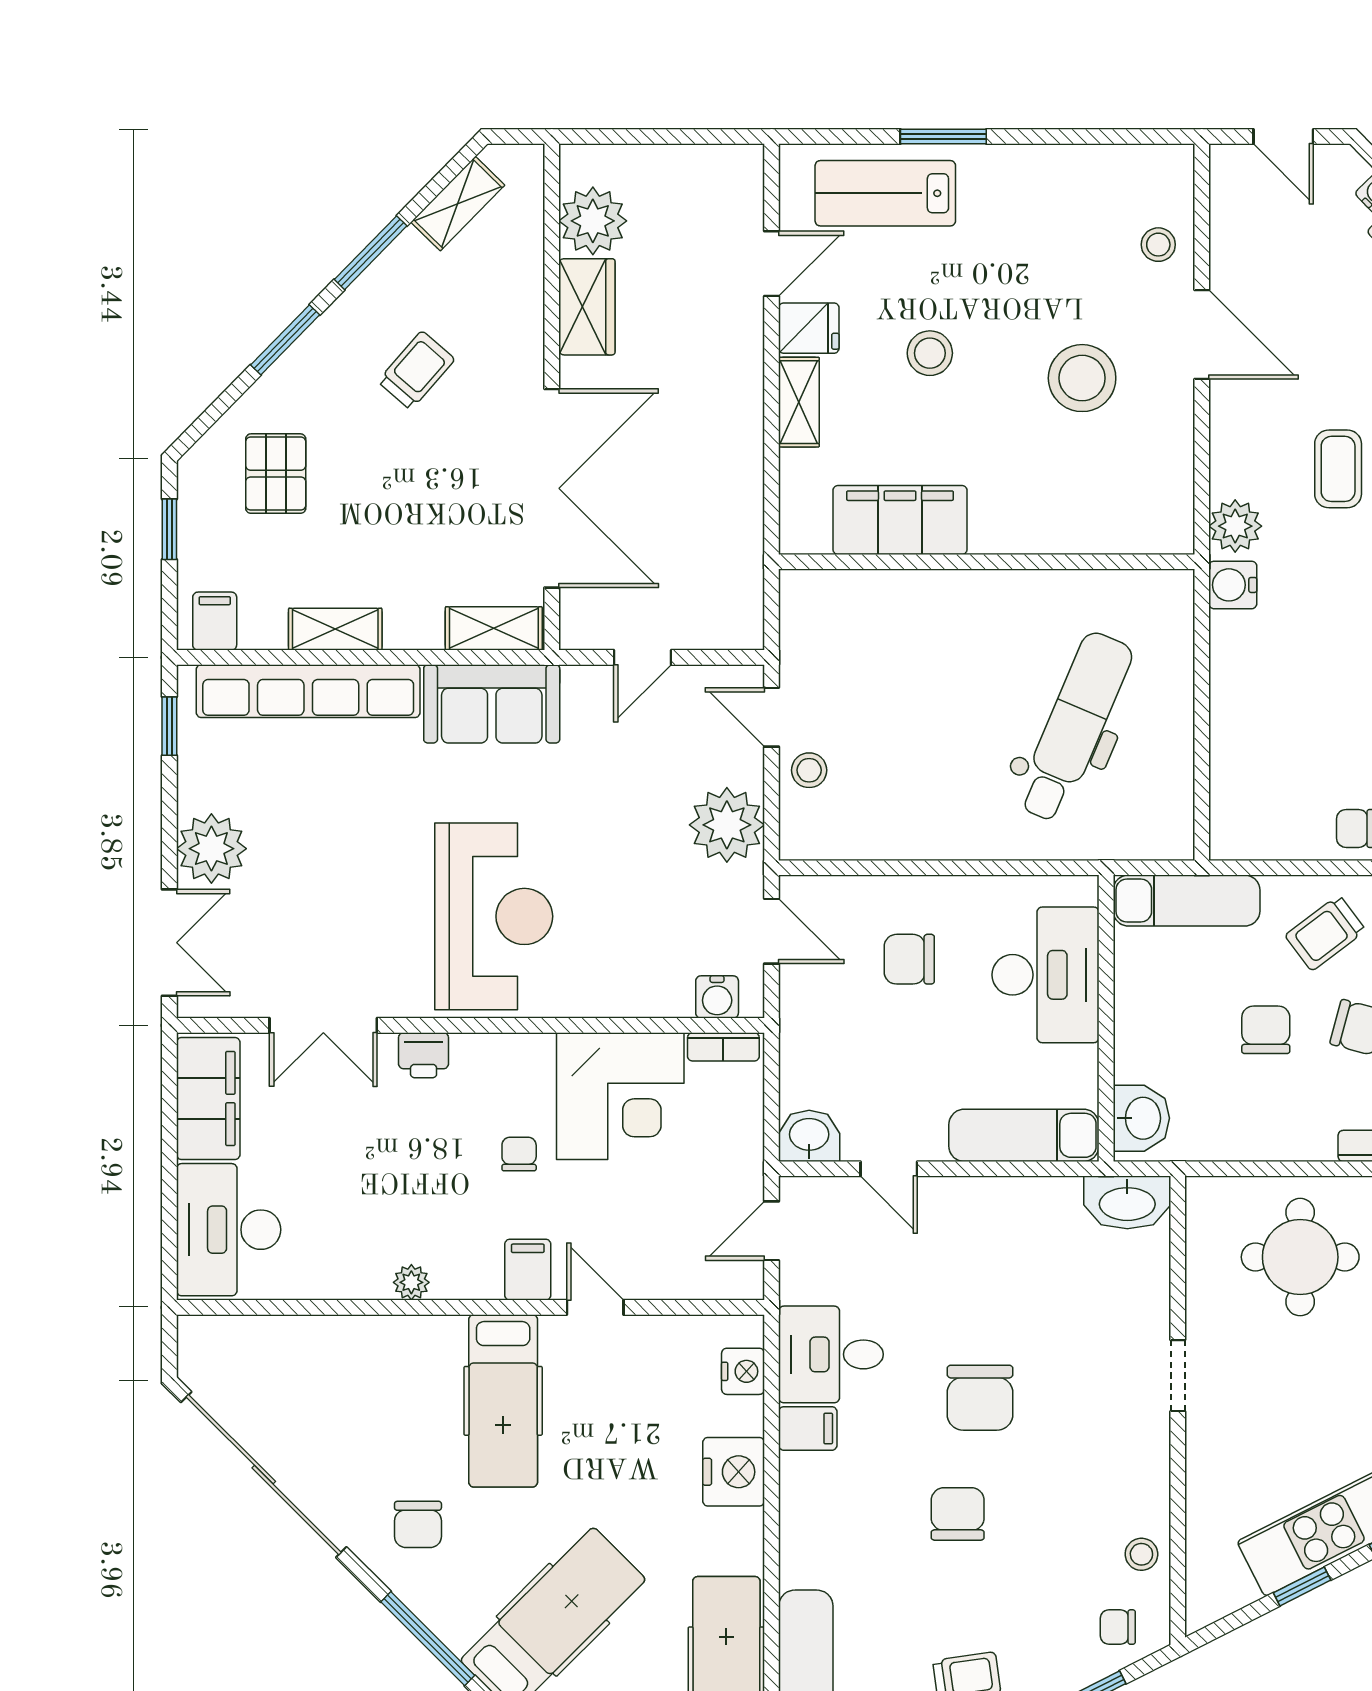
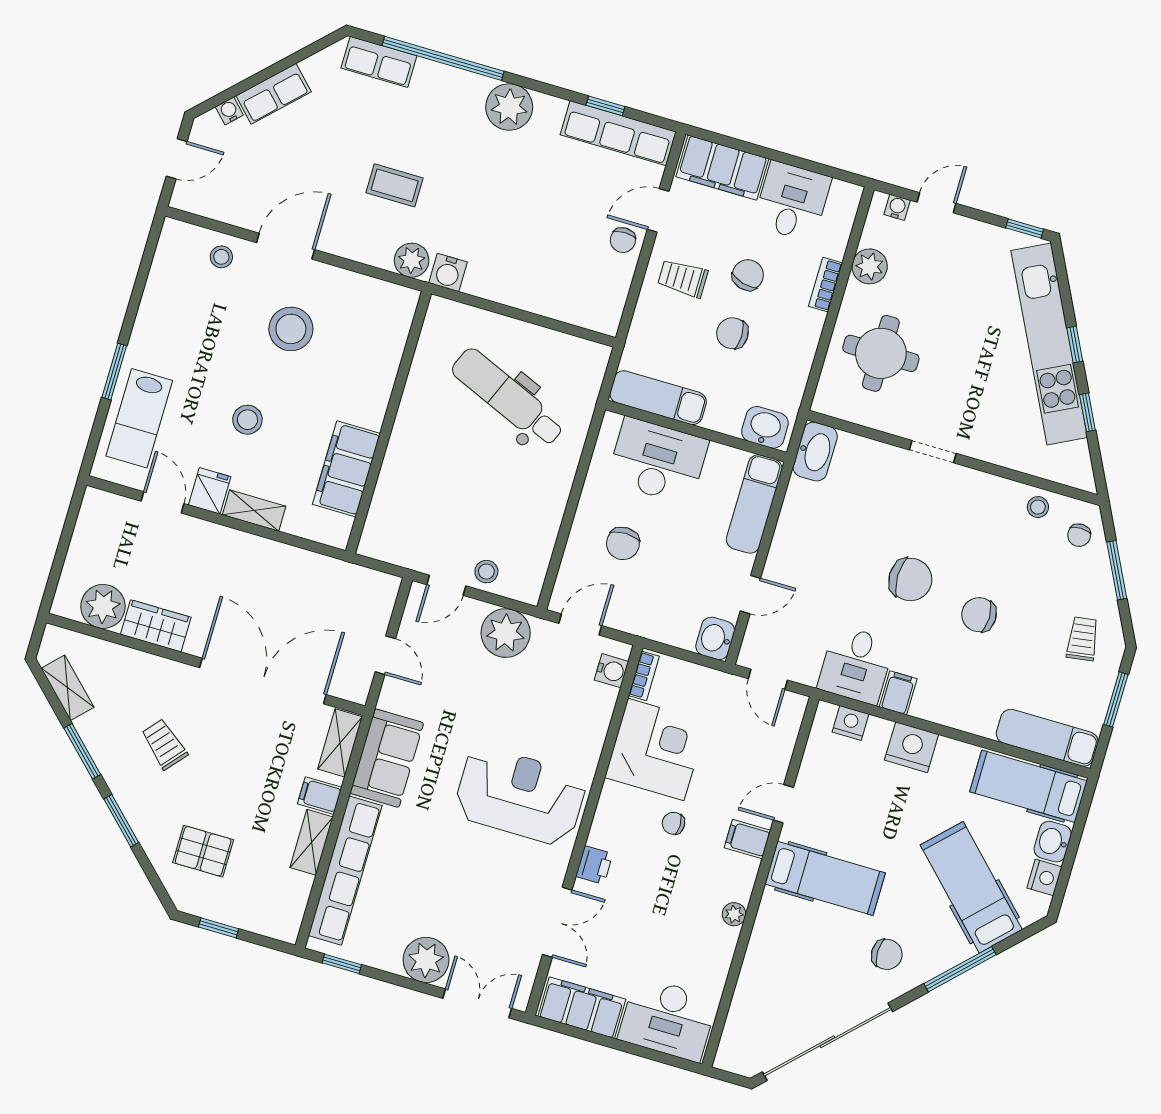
filing cabinet: (215, 621) -> (320, 796), moved
exam couch: (1187, 901) -> (658, 398), moved, turned -90
trolley: (1325, 933) -> (683, 278), turned 127

